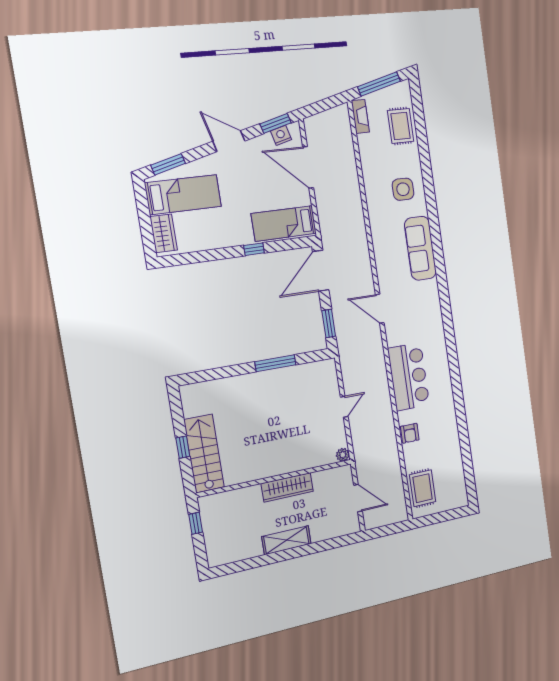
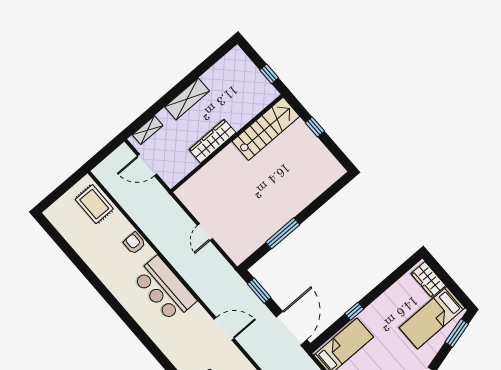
stairs: (204, 453) -> (266, 129), moved, turned -90
plant: (343, 455) -> (182, 193), removed
shelving: (339, 530) -> (148, 130), added

